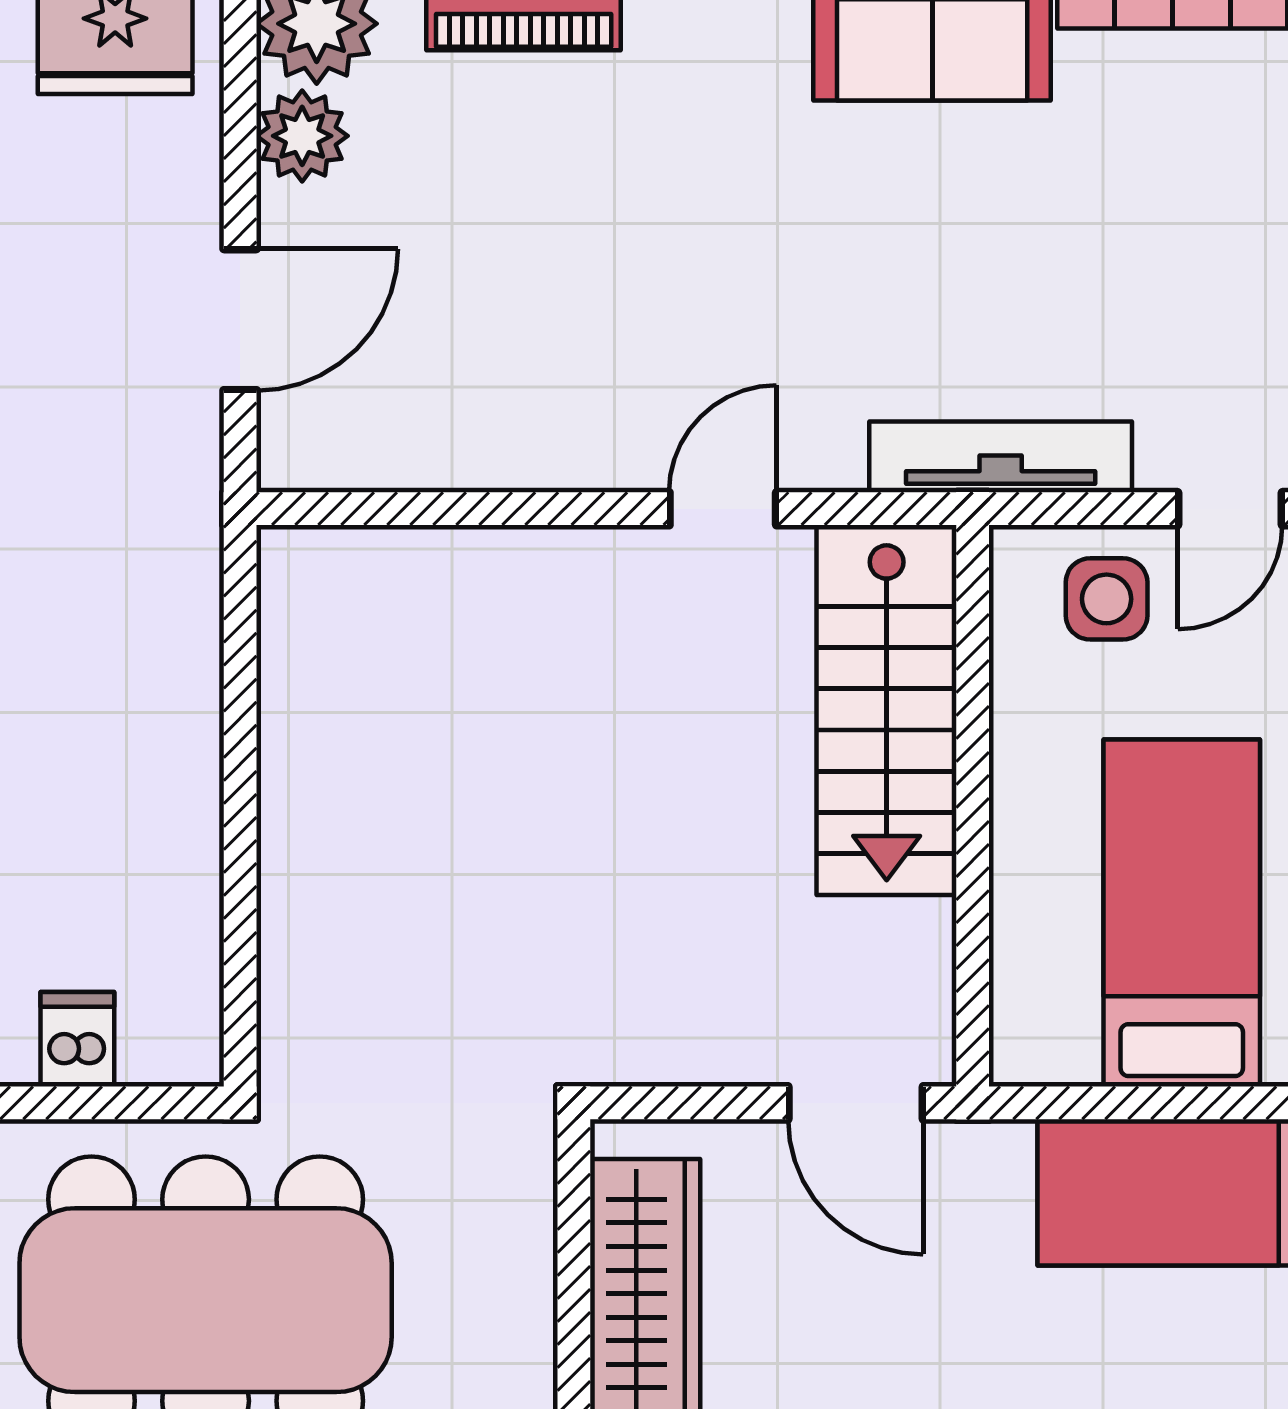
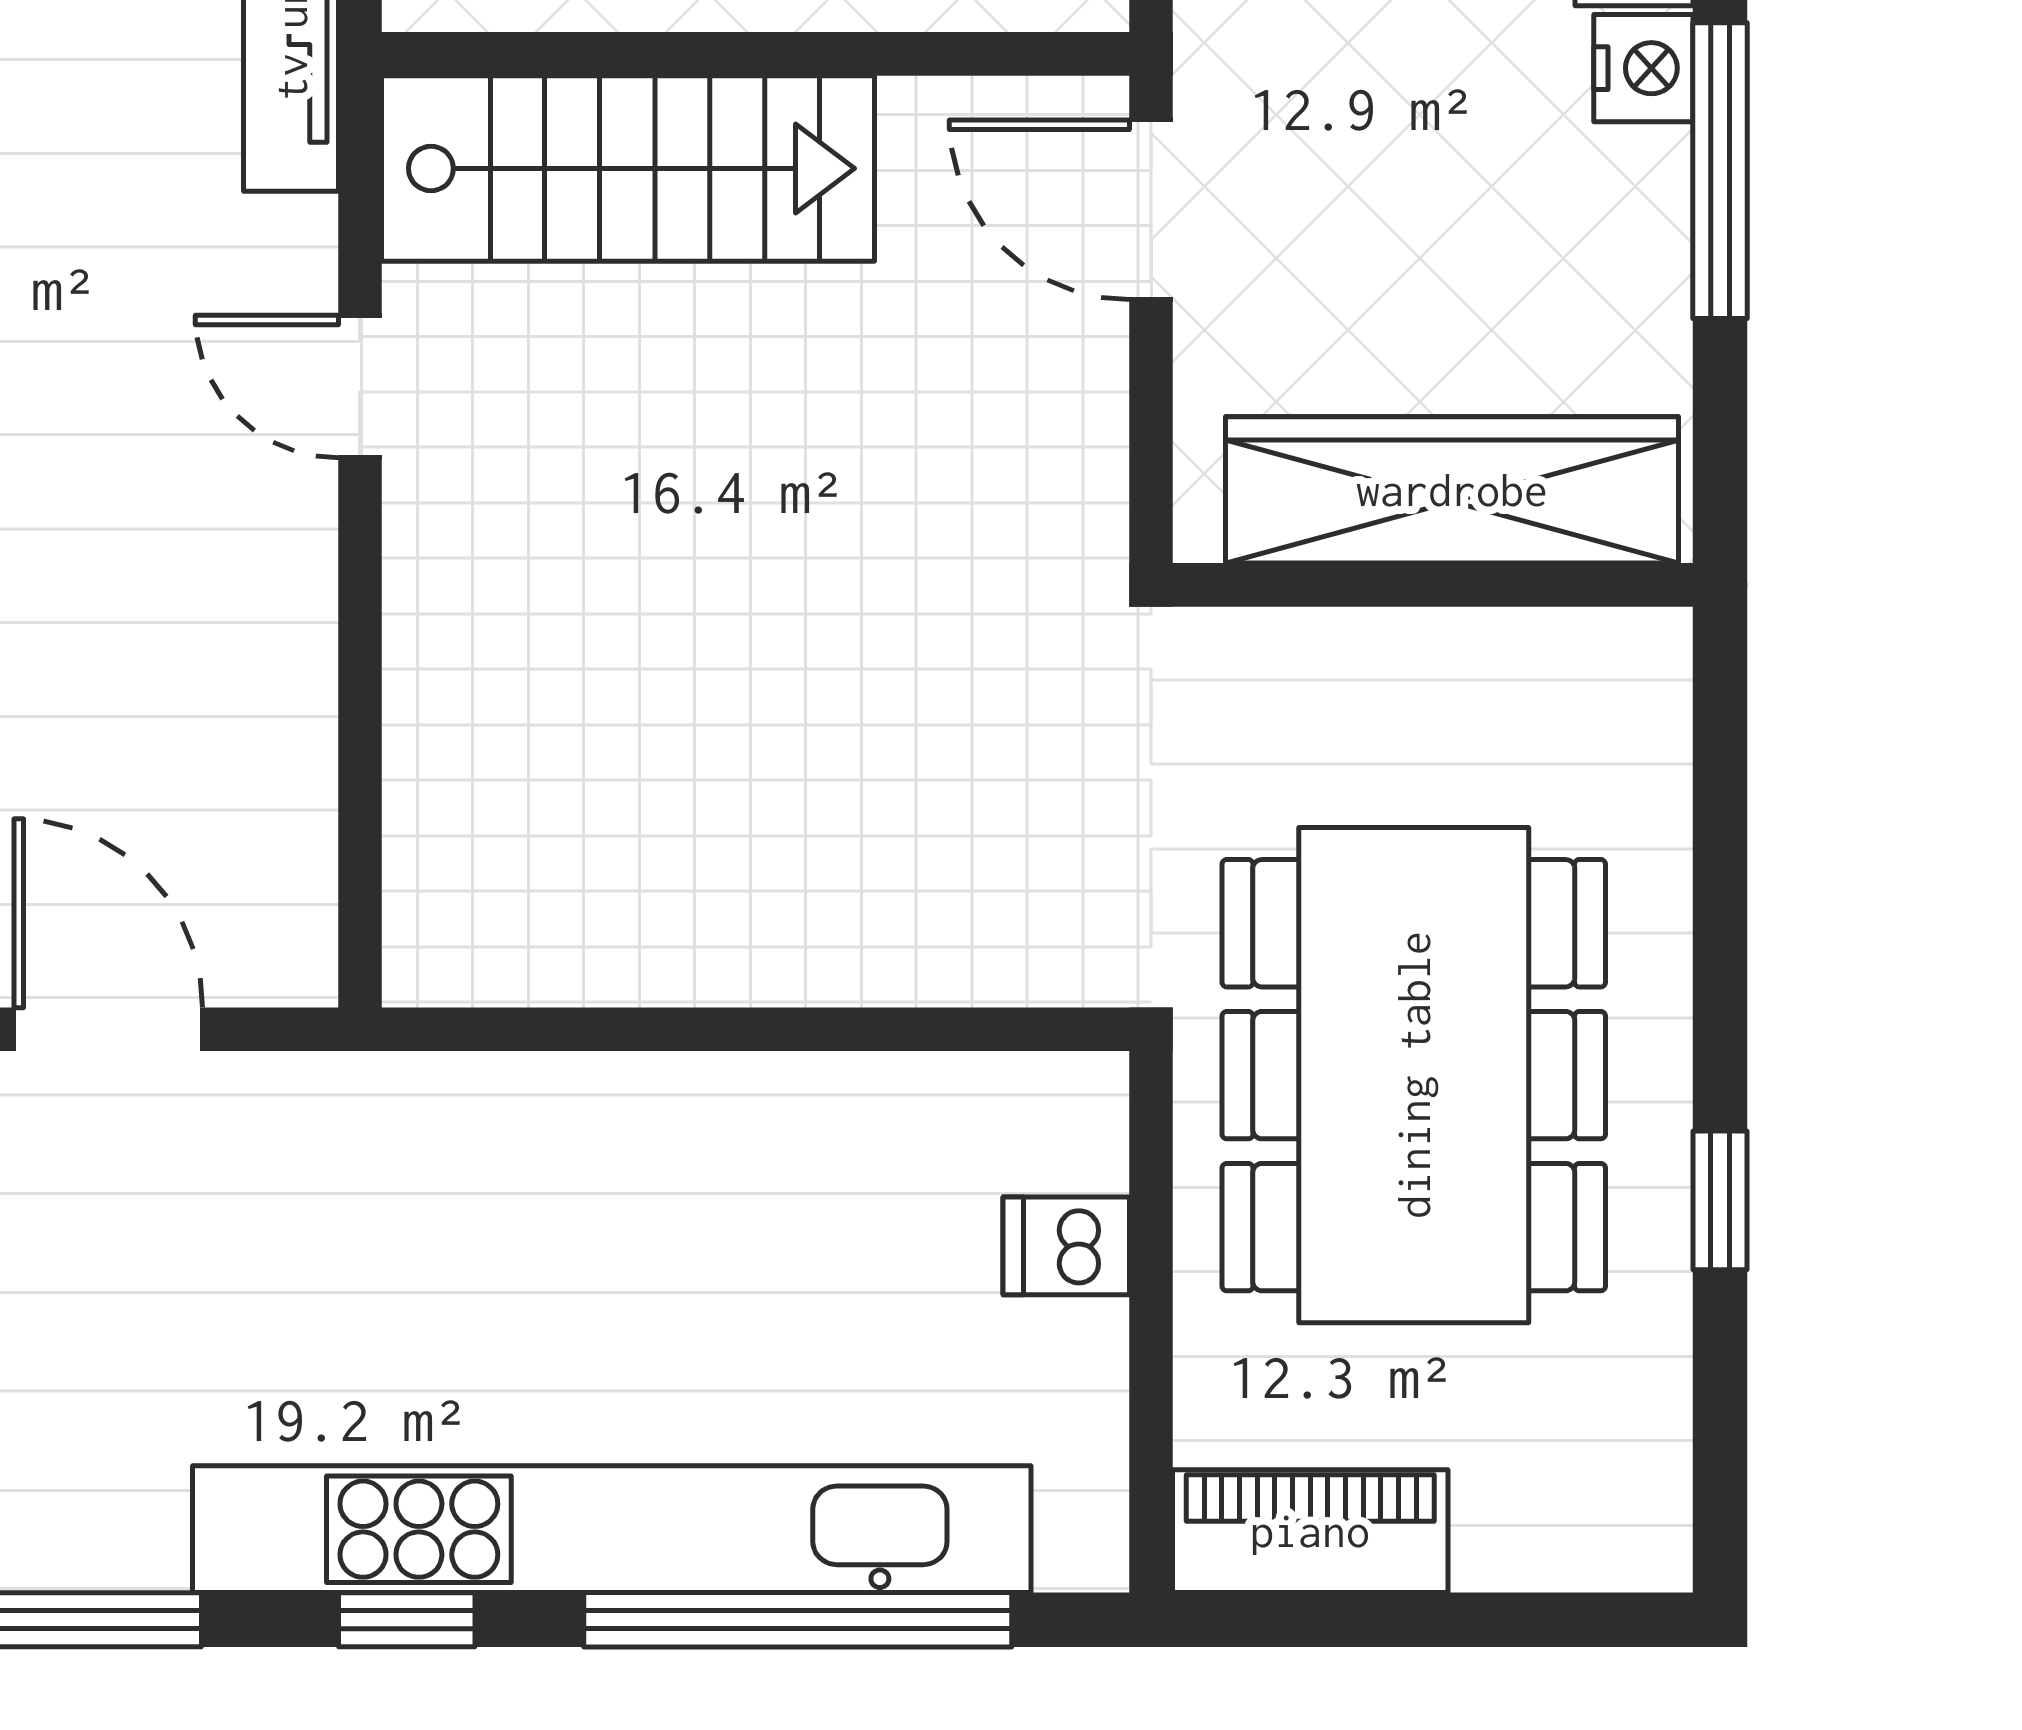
door: (856, 1103) -> (1151, 210), swing flipped

